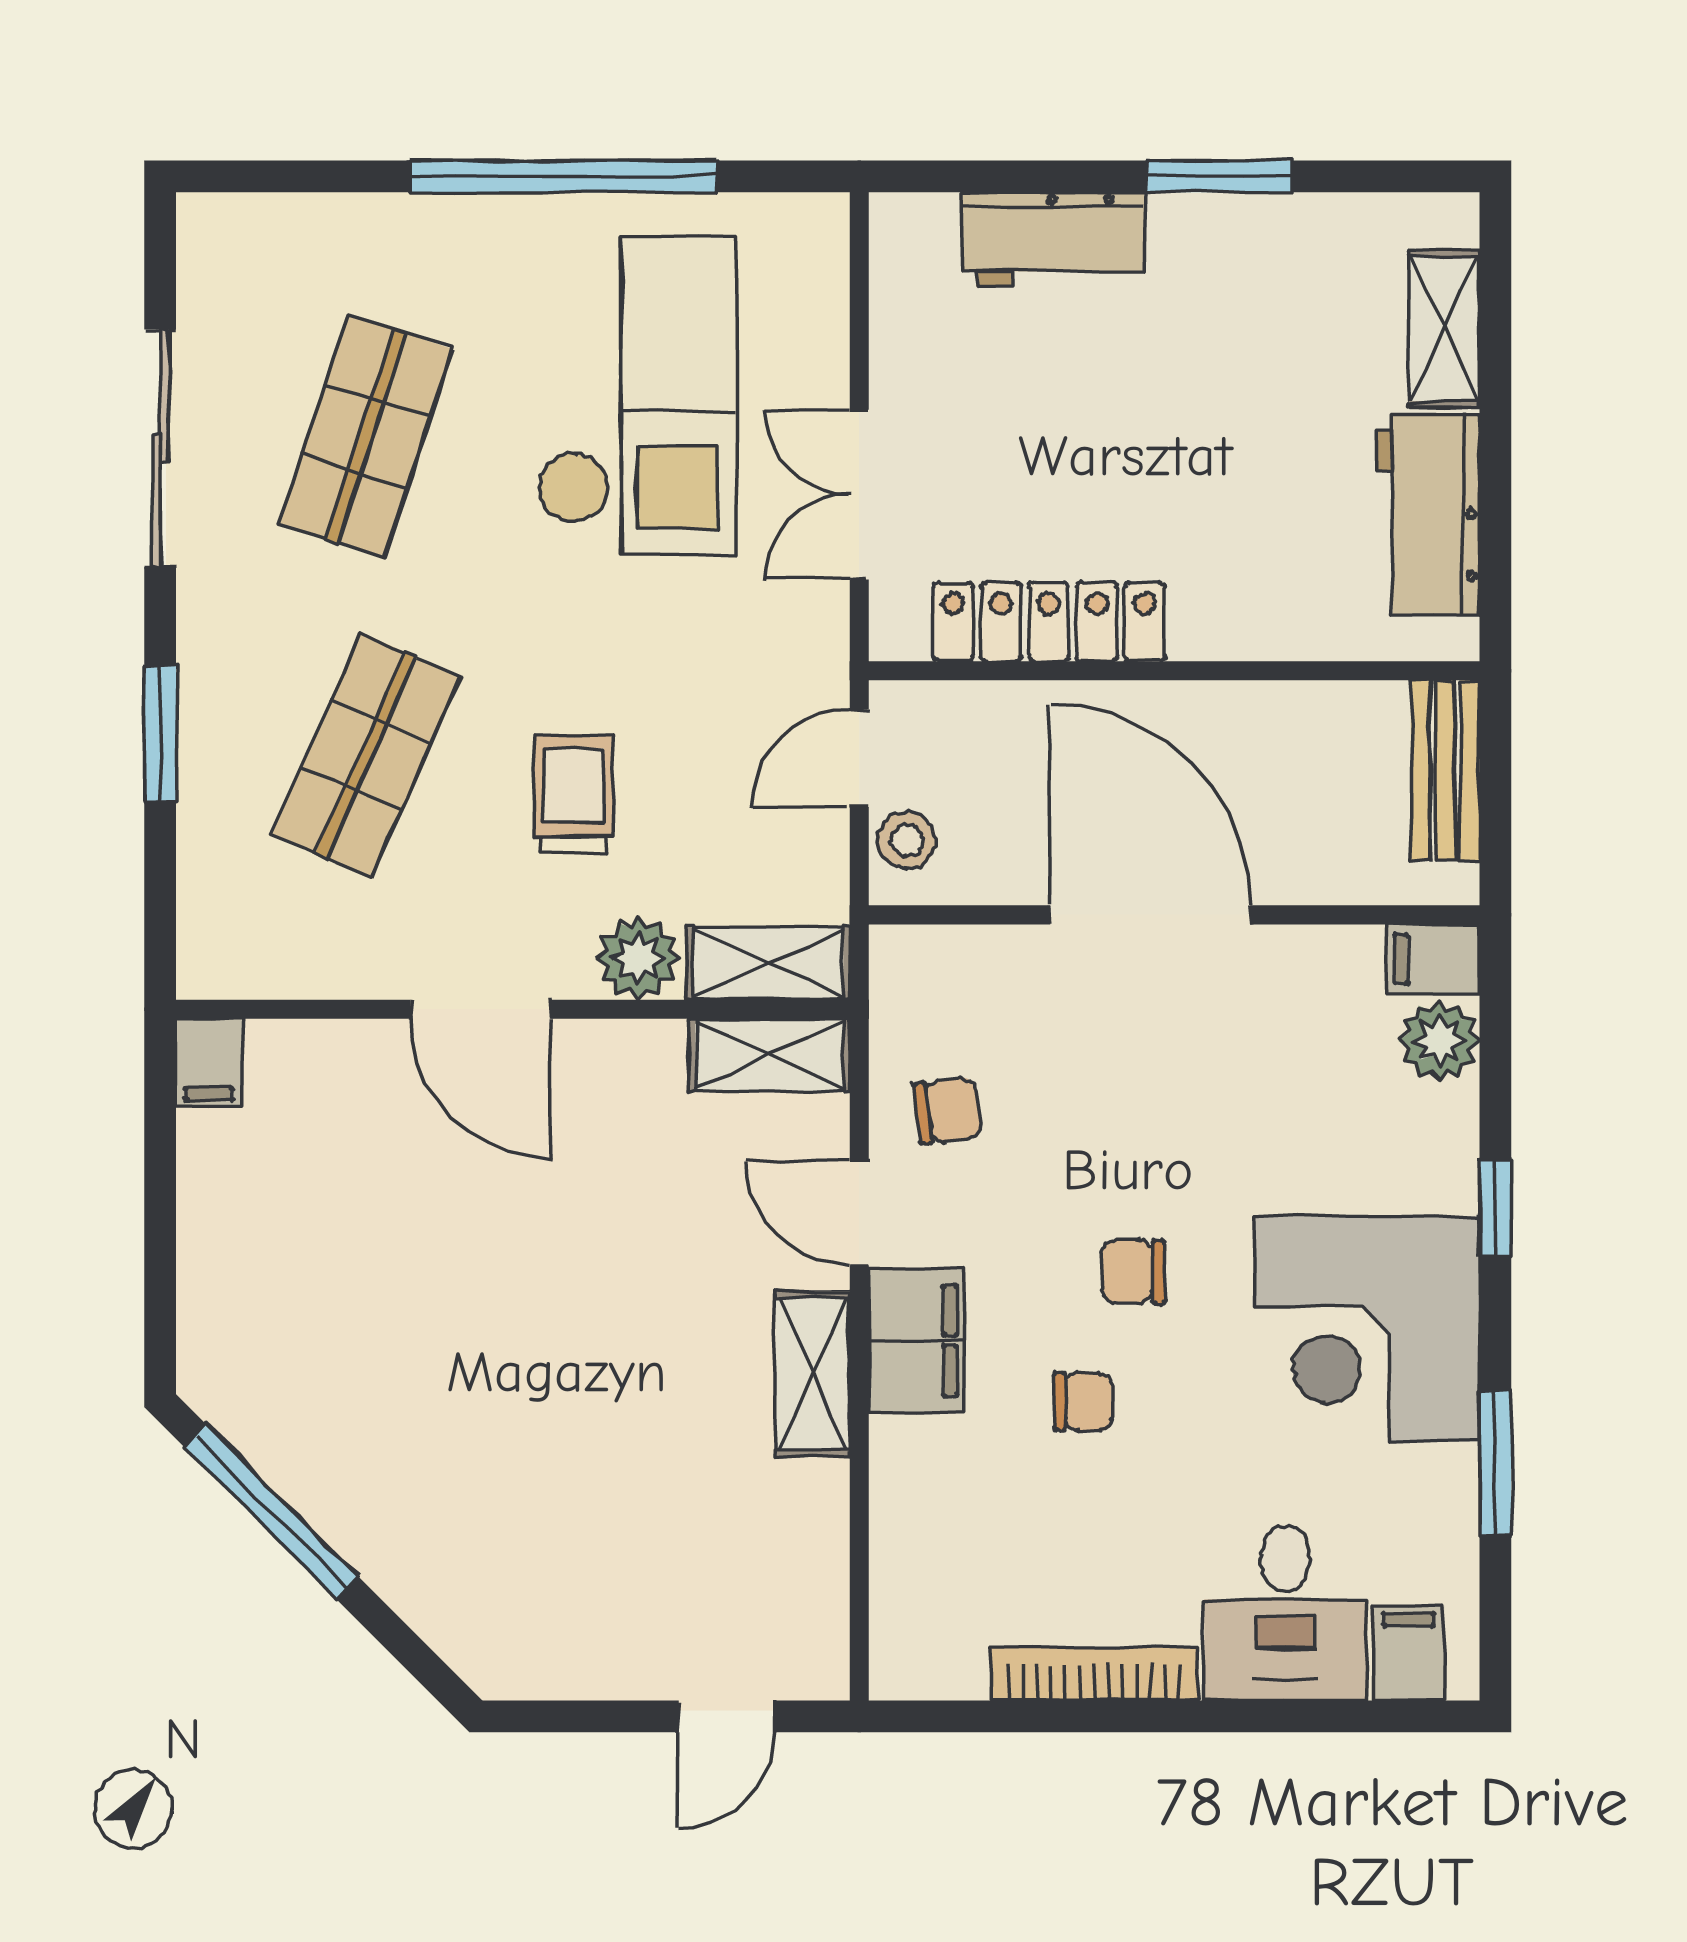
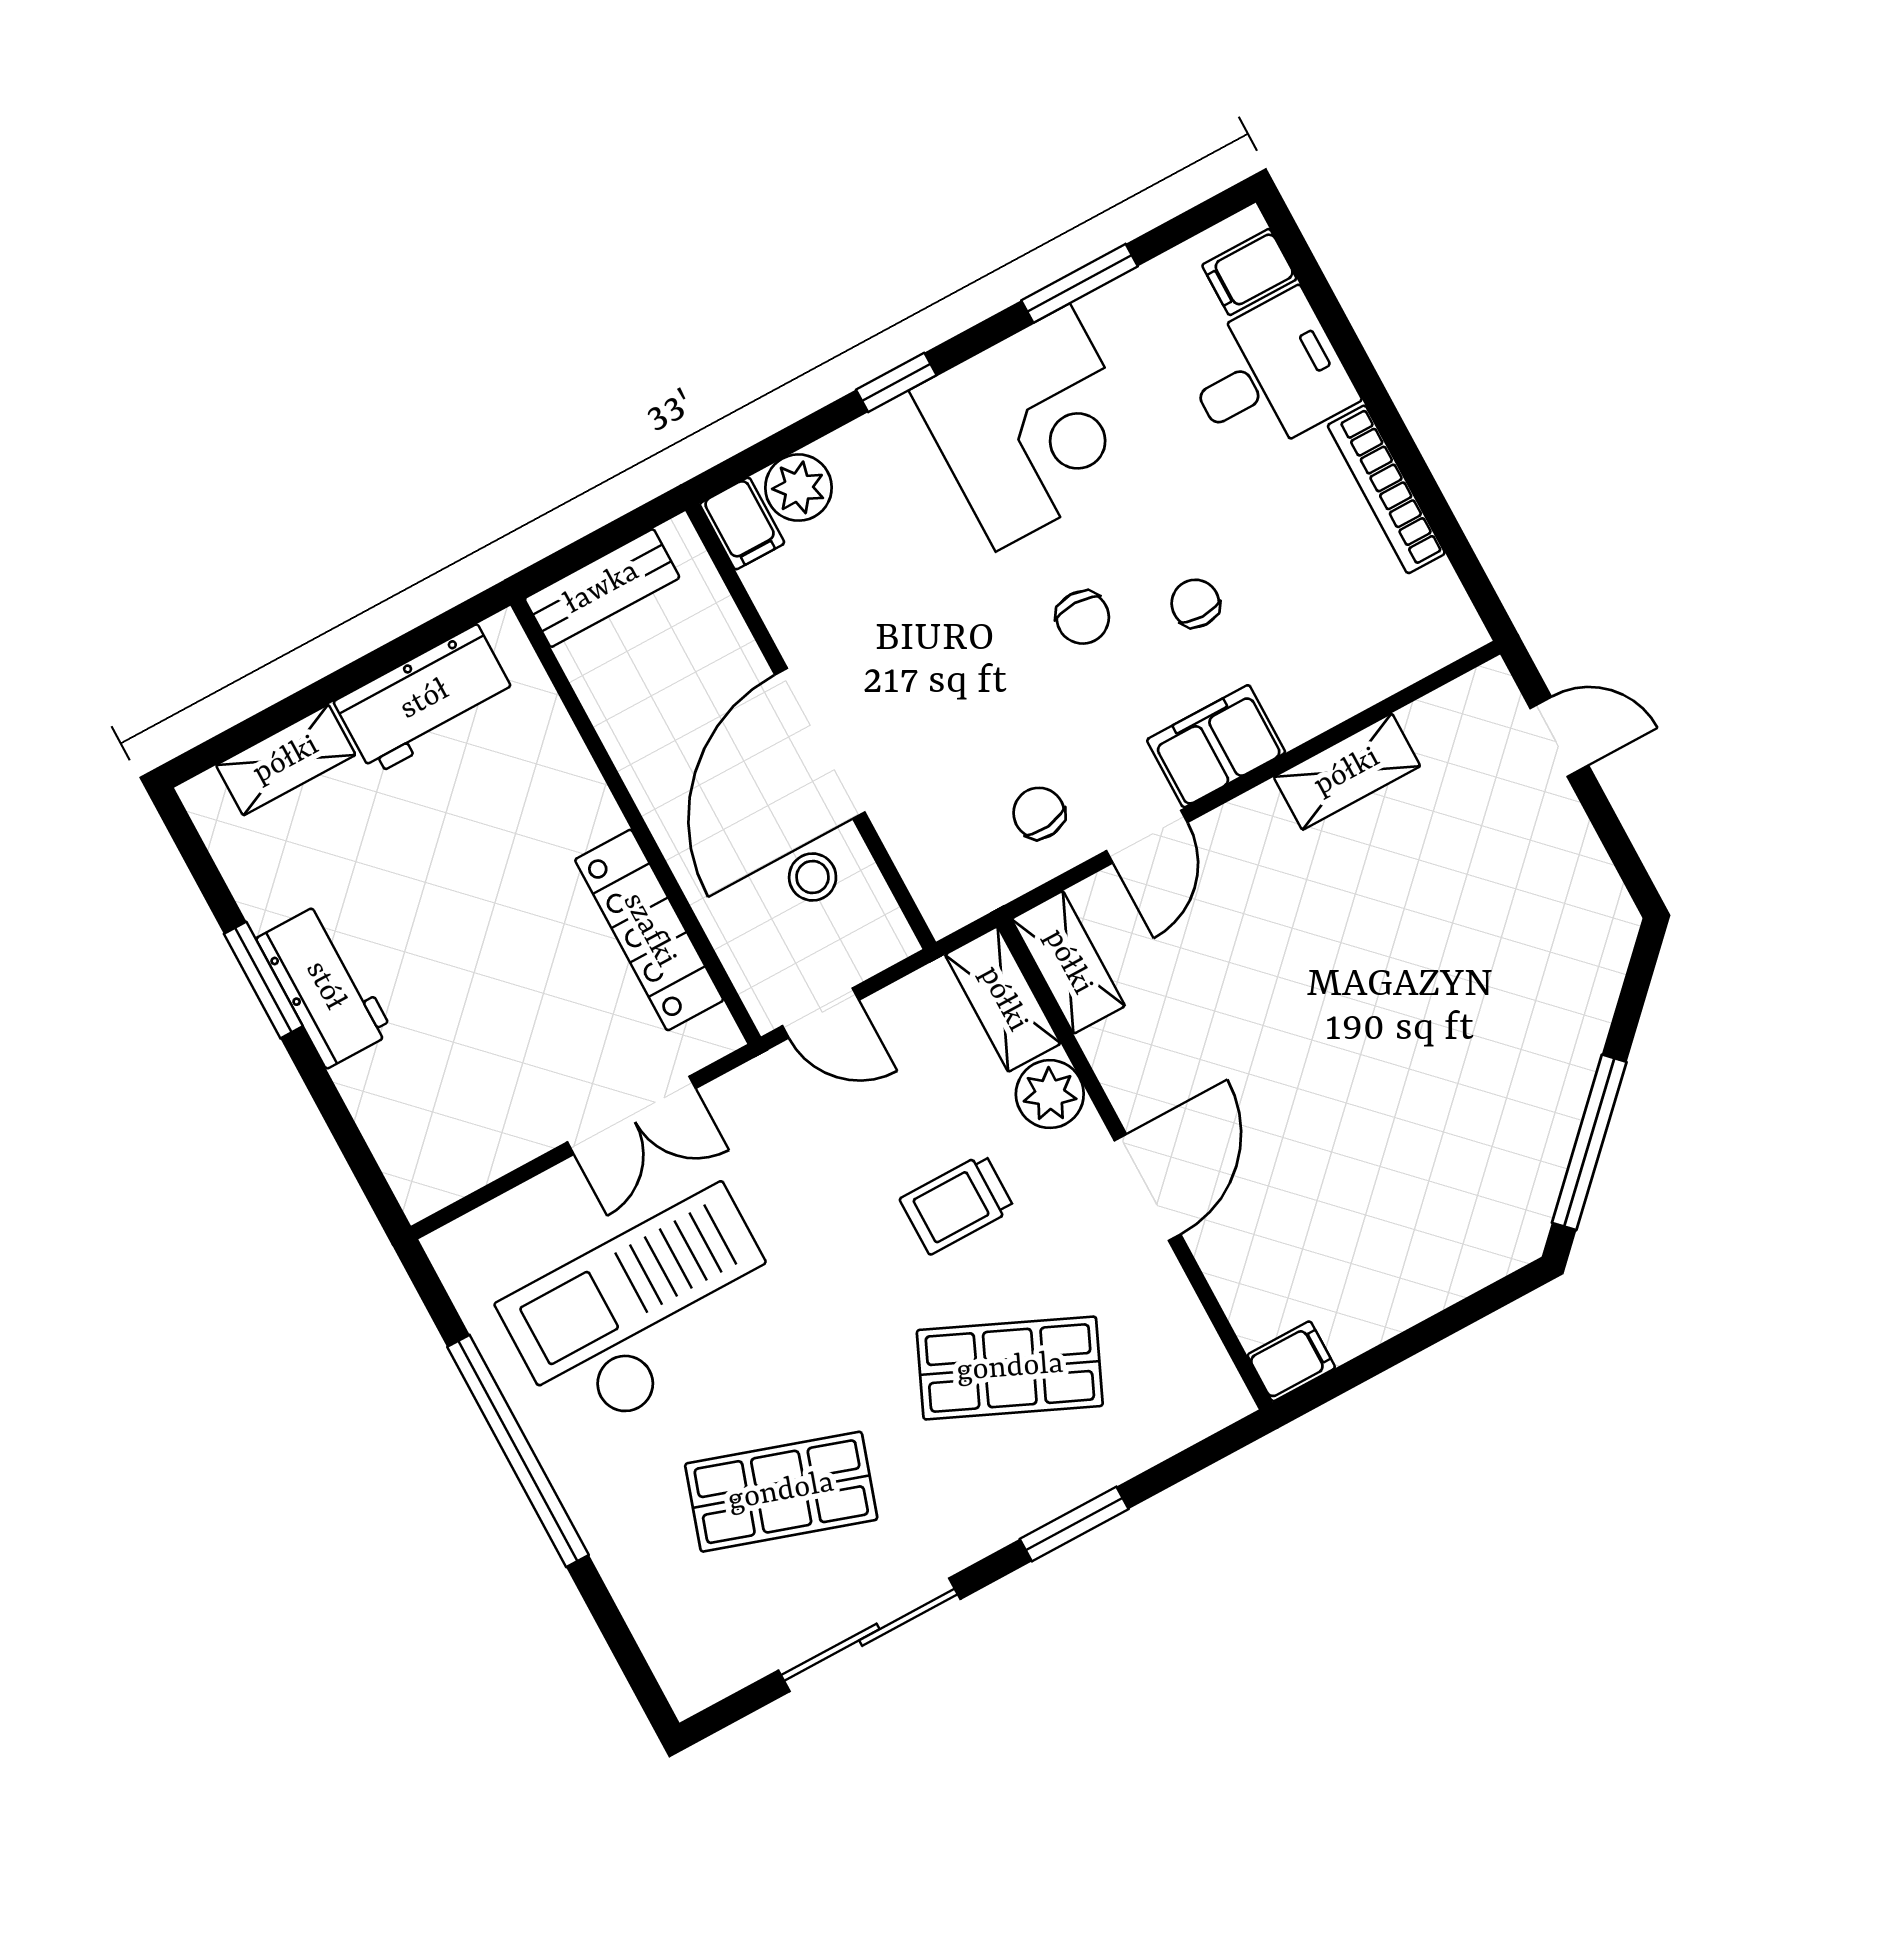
workbench: (1053, 239) -> (325, 986), moved
stool: (907, 840) -> (813, 877), moved
shelving: (813, 1374) -> (1347, 772), moved

